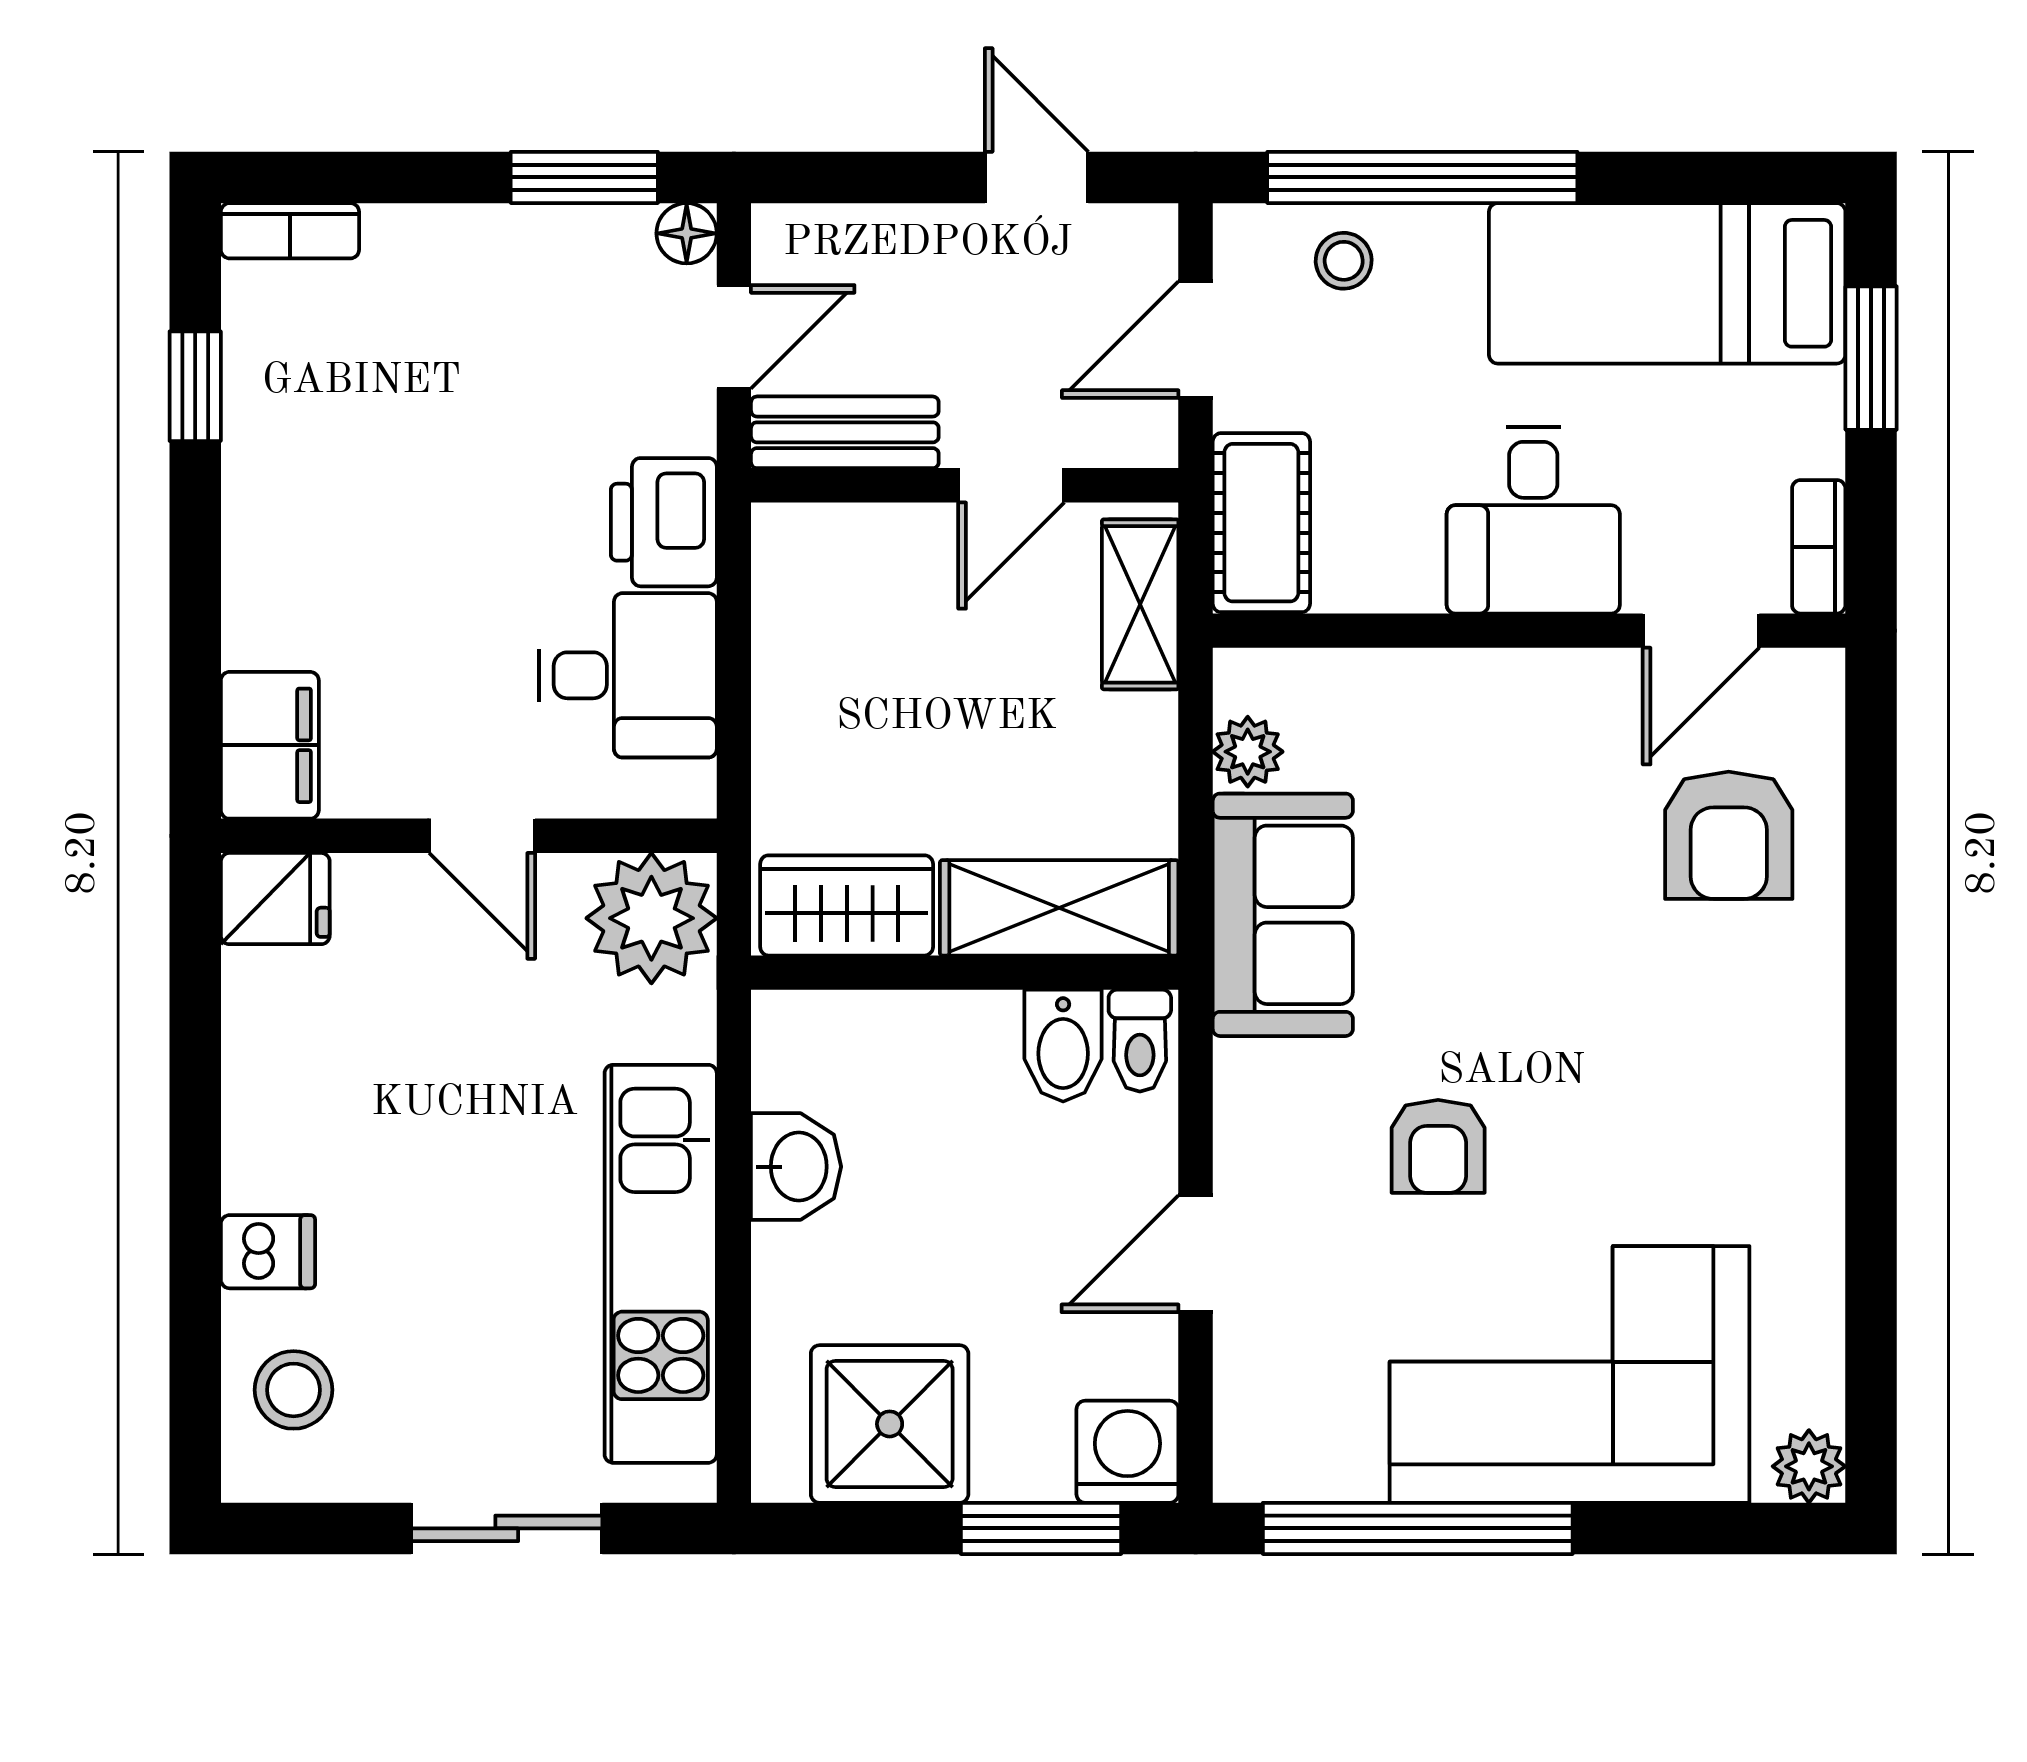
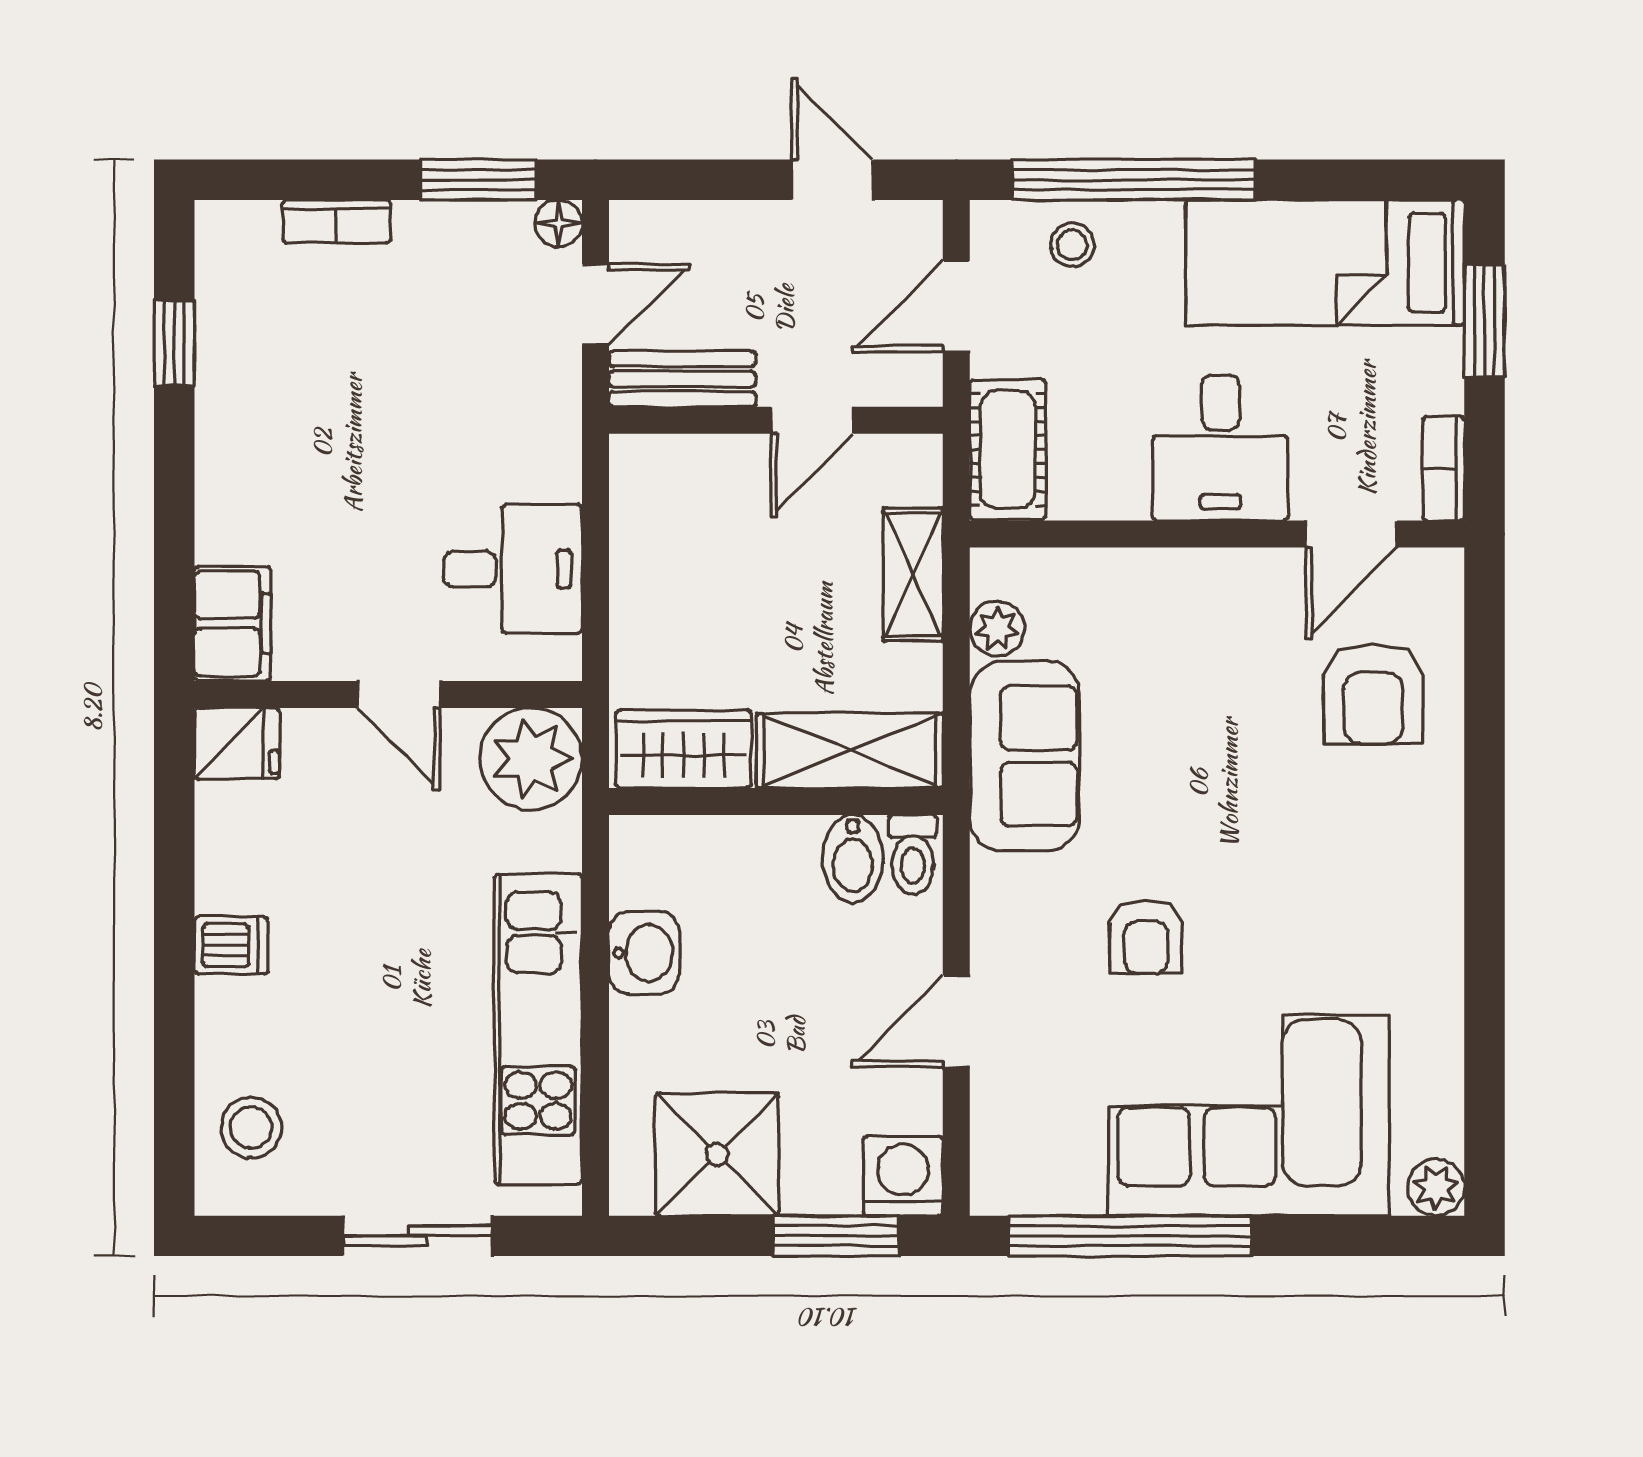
bookcase: (290, 231) -> (337, 221), moved
printer: (664, 522) -> (541, 449), removed
shelving: (1140, 604) -> (913, 574), moved
dishwasher: (268, 1252) -> (231, 945), moved

